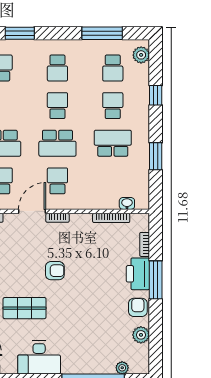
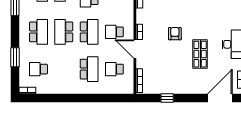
school desk: (57, 68) -> (38, 32), width x1.85
school desk: (57, 106) -> (64, 32), width x1.85

